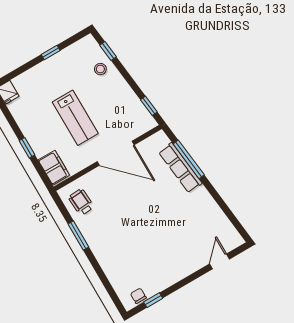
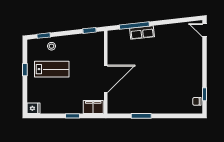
lab bench: (75, 118) -> (52, 69), moved
door: (116, 153) -> (106, 79), moved
row of seats: (180, 168) -> (142, 33), width x0.68
wheelchair: (81, 202) -> (123, 103), removed
door: (220, 261) -> (204, 30), moved

